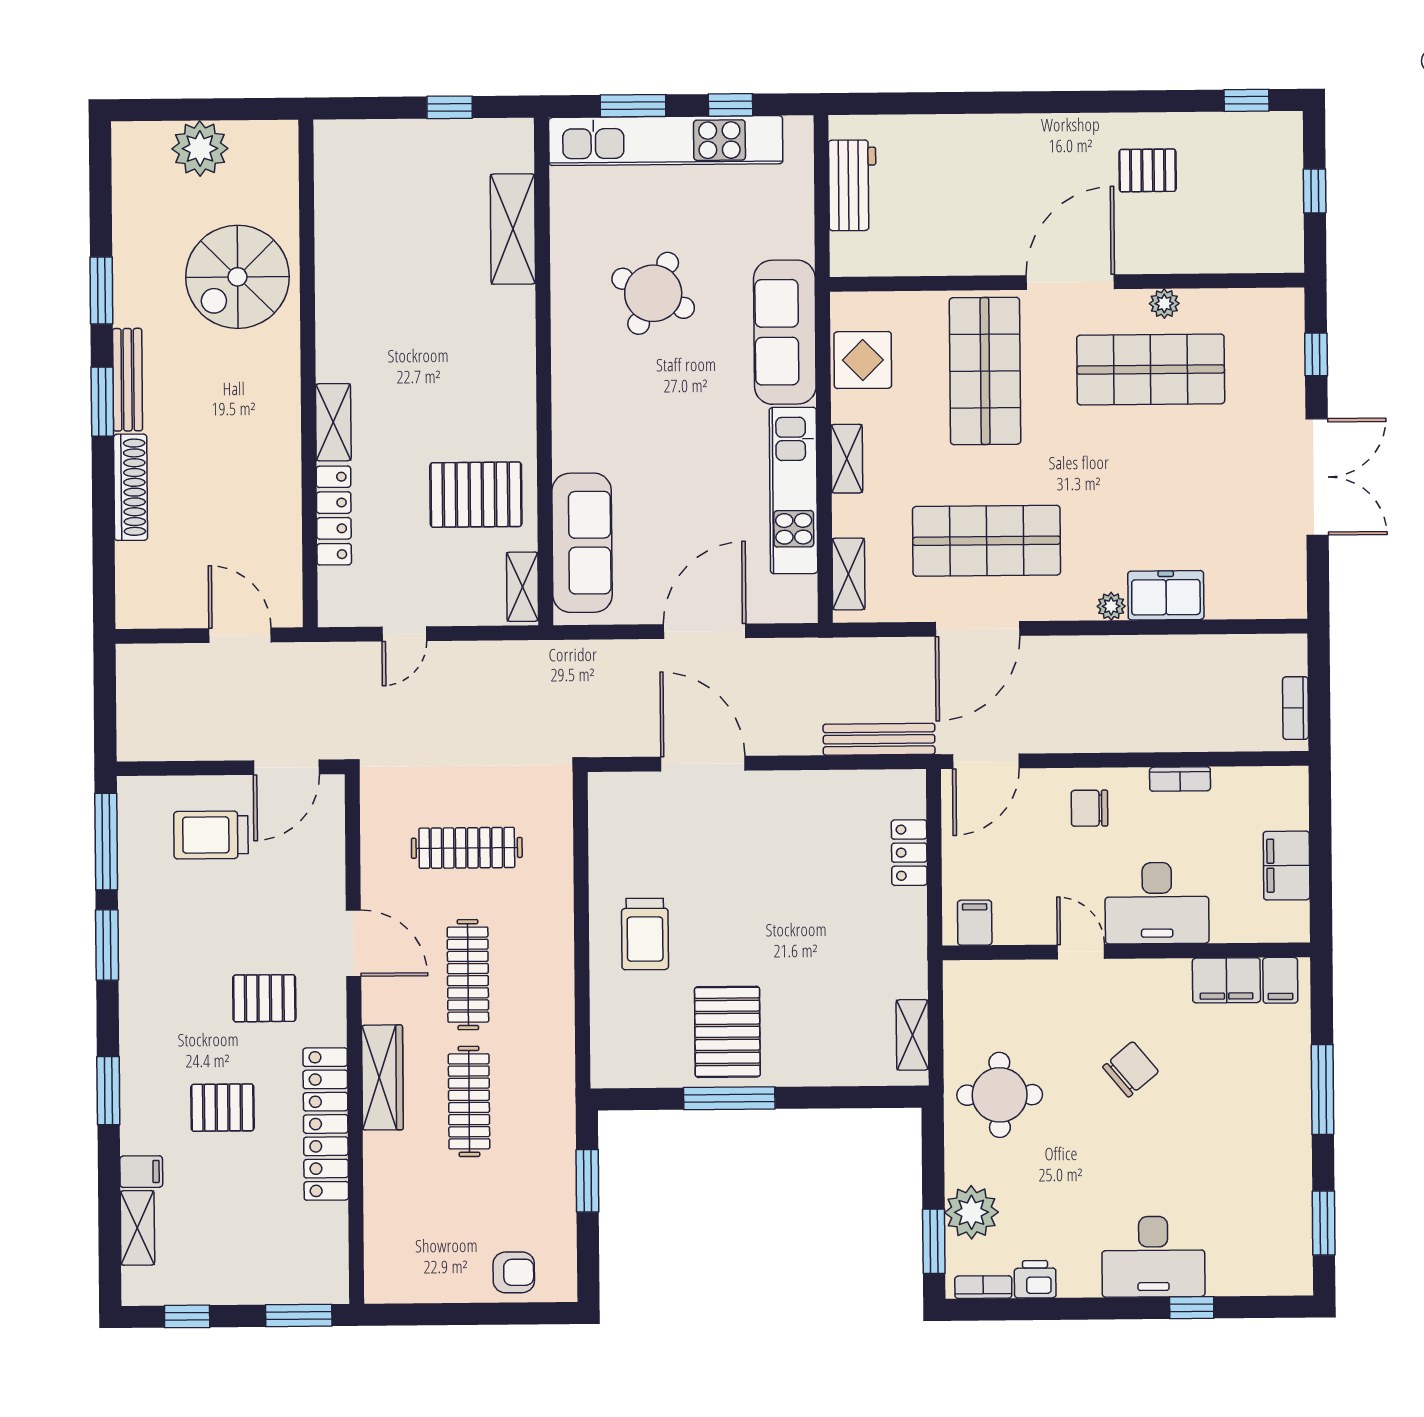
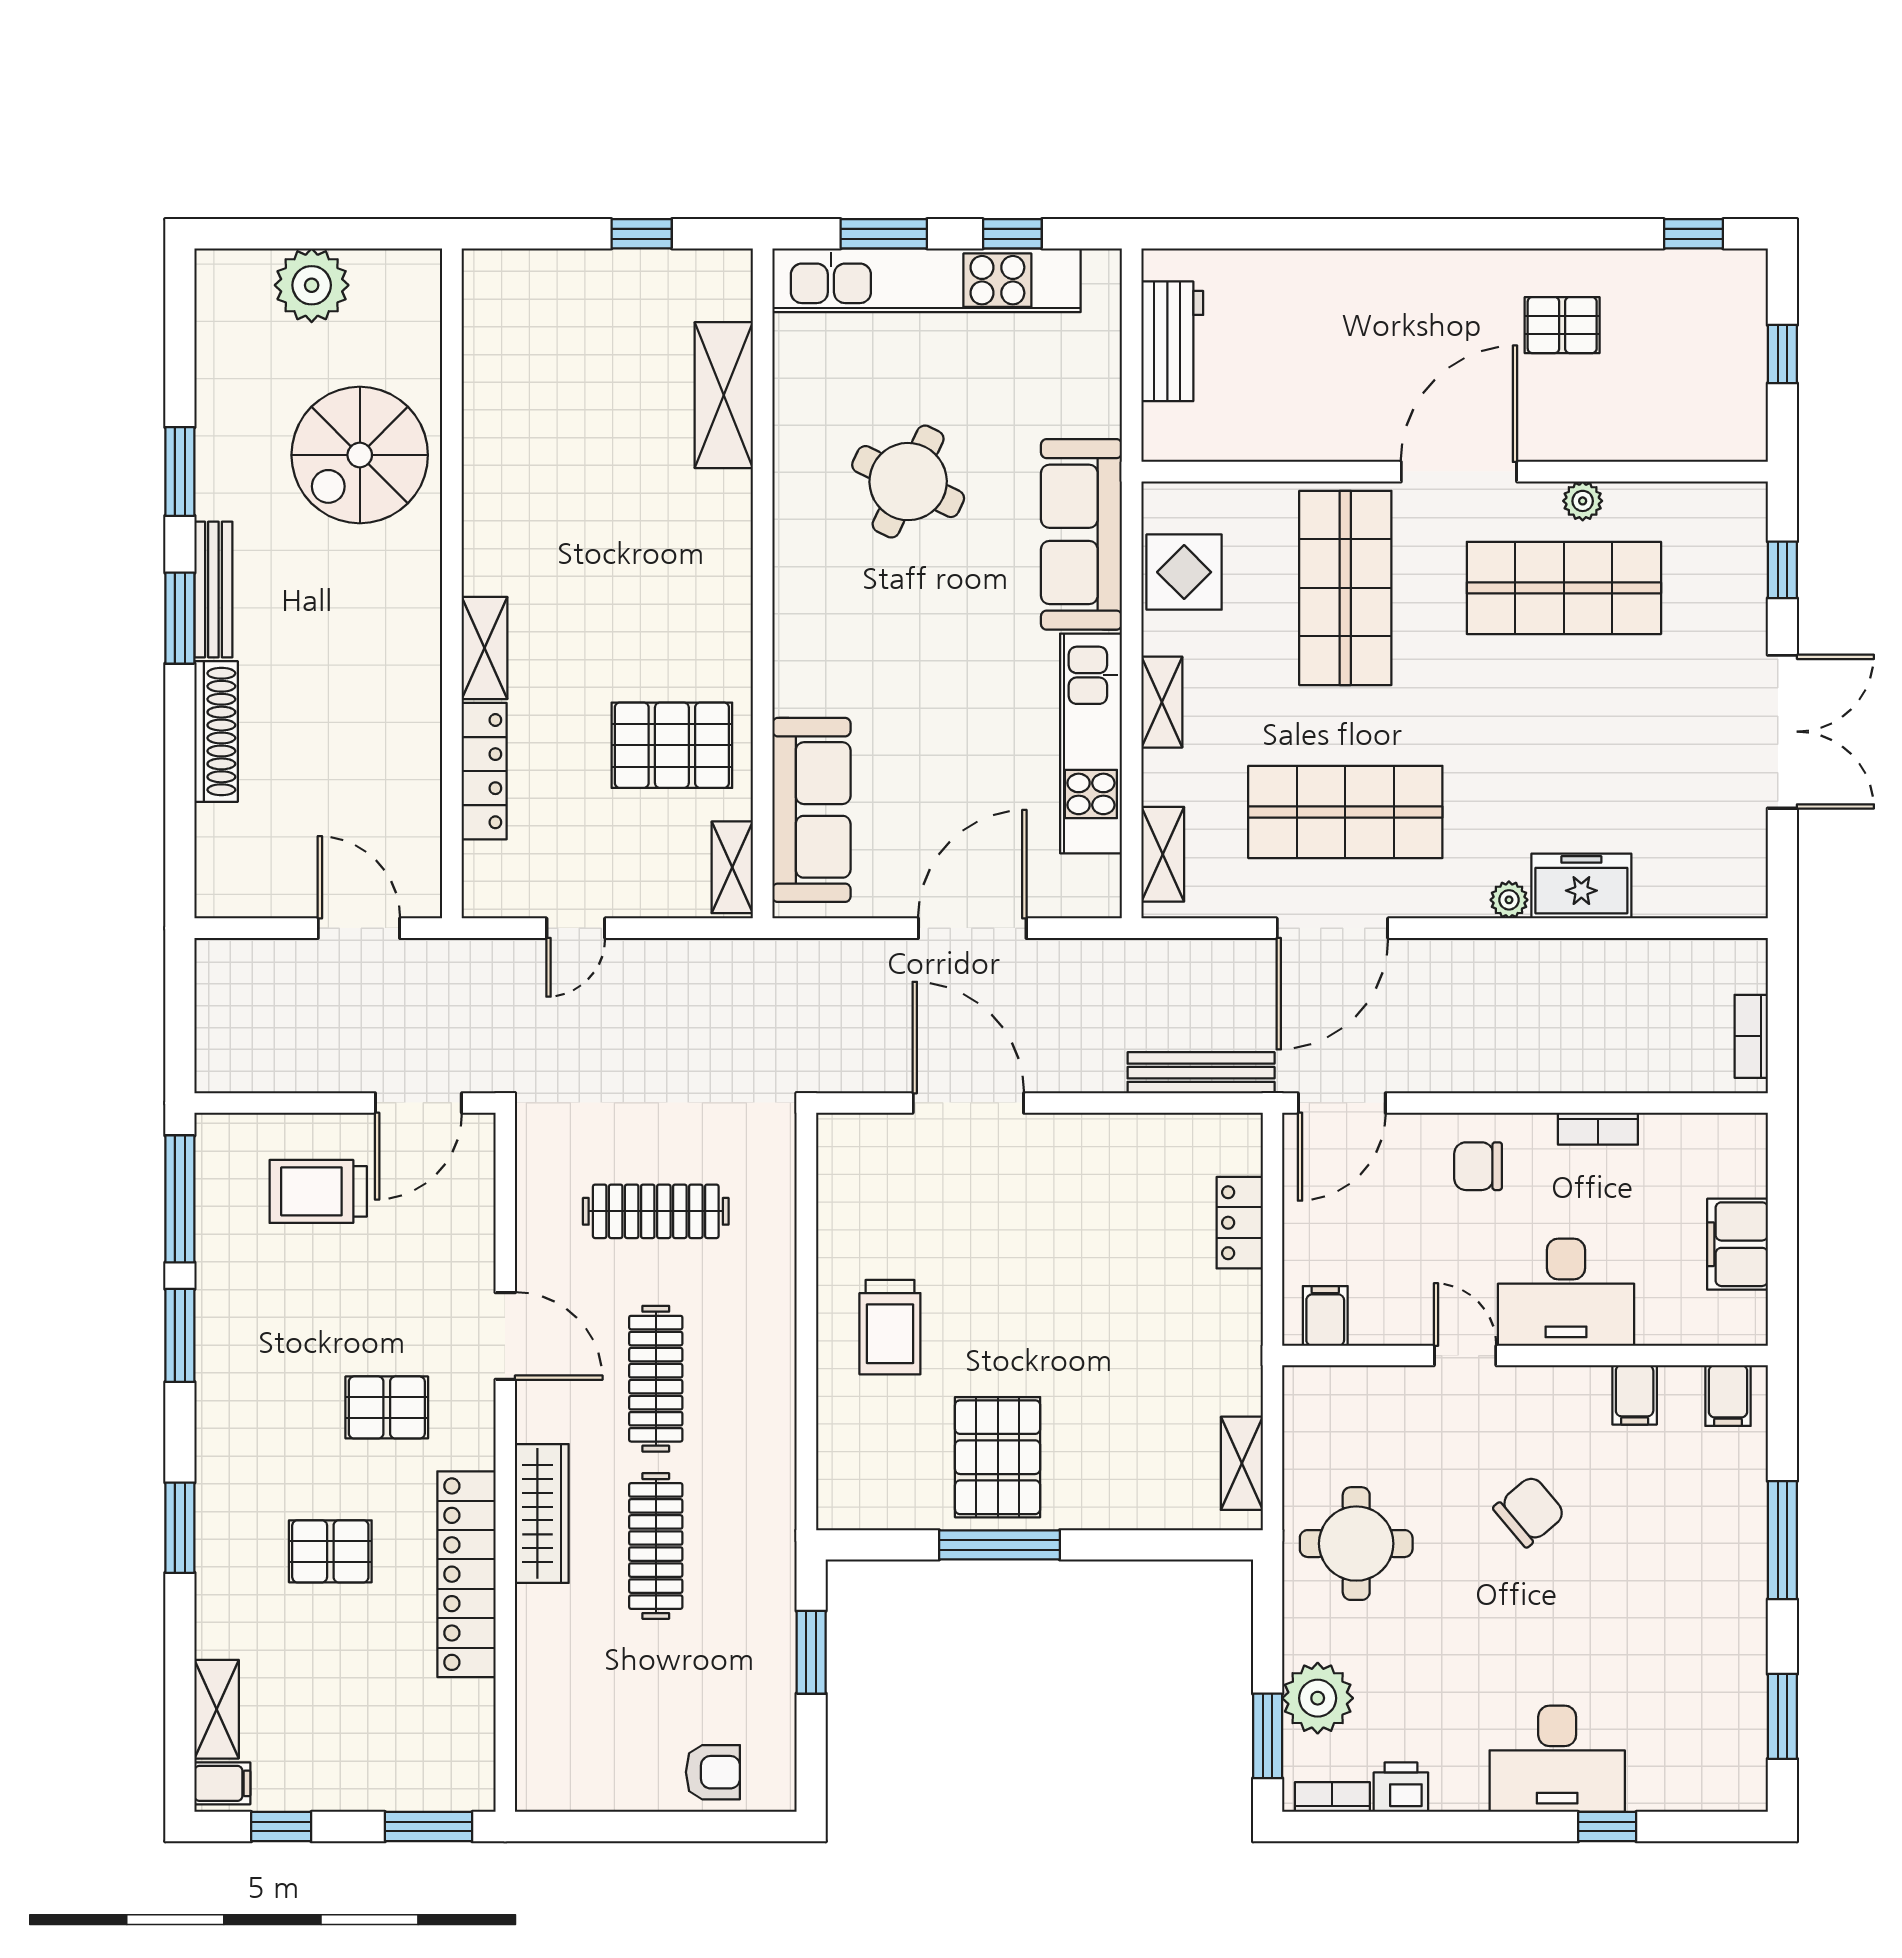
filing cabinet: (1226, 980) -> (1635, 1395), width x0.50
filing cabinet: (141, 1172) -> (222, 1783), moved

